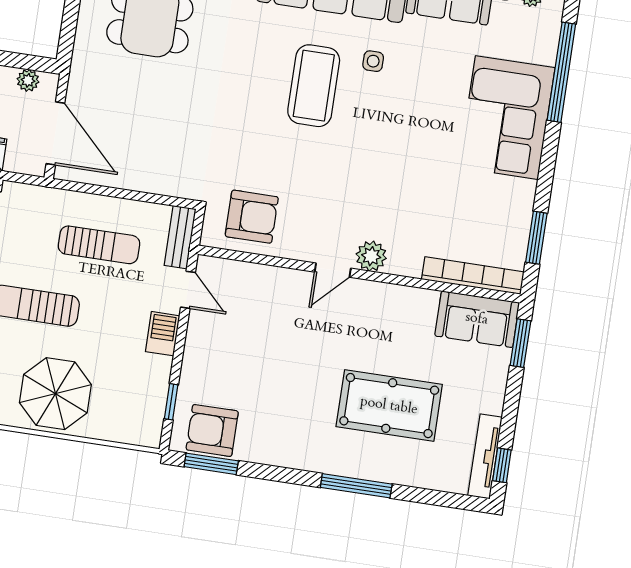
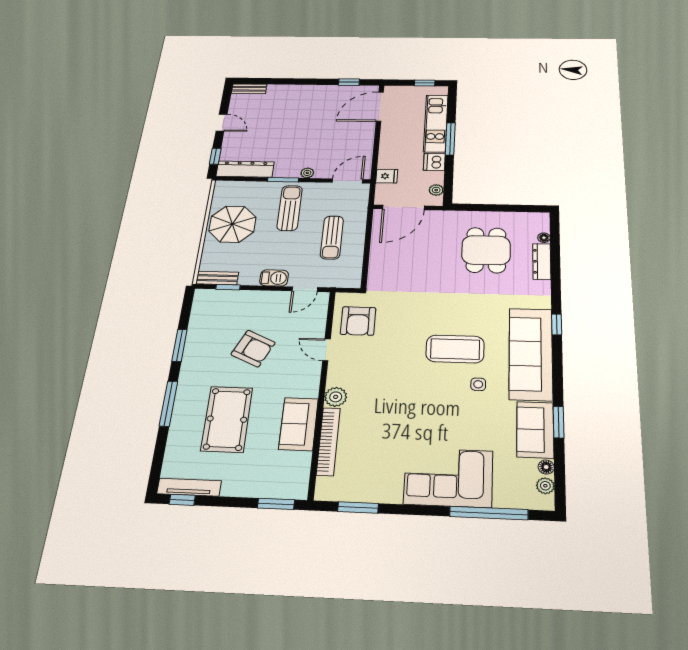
bench: (180, 237) -> (217, 278), moved
door: (333, 270) -> (326, 350), moved
bookcase: (473, 276) -> (328, 441), moved
sofa: (477, 319) -> (299, 424), moved
armchair: (212, 430) -> (253, 349), moved, turned 115
window: (211, 464) -> (179, 345), moved

